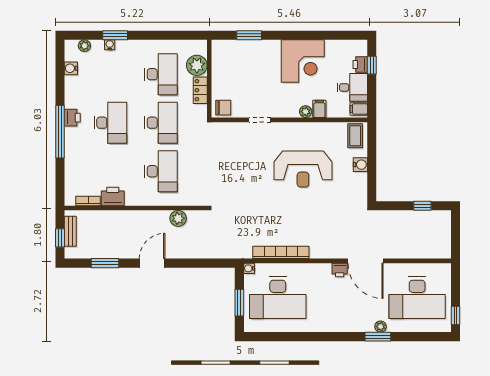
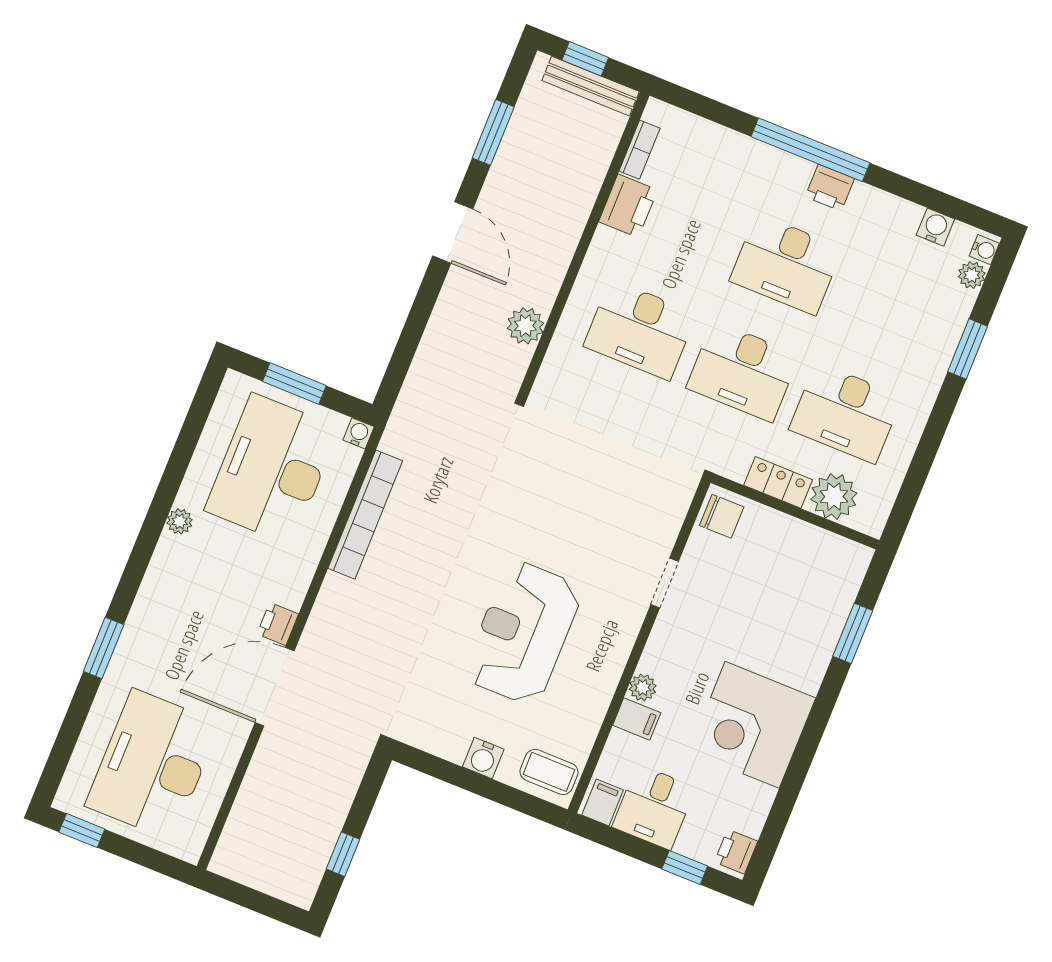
water cooler: (110, 45) -> (984, 250), moved
printer: (360, 64) -> (736, 852), moved, turned -90
chair: (223, 108) -> (722, 516), turned -90
bench: (70, 231) -> (591, 86), width x1.36
plant: (381, 327) -> (180, 521), moved

